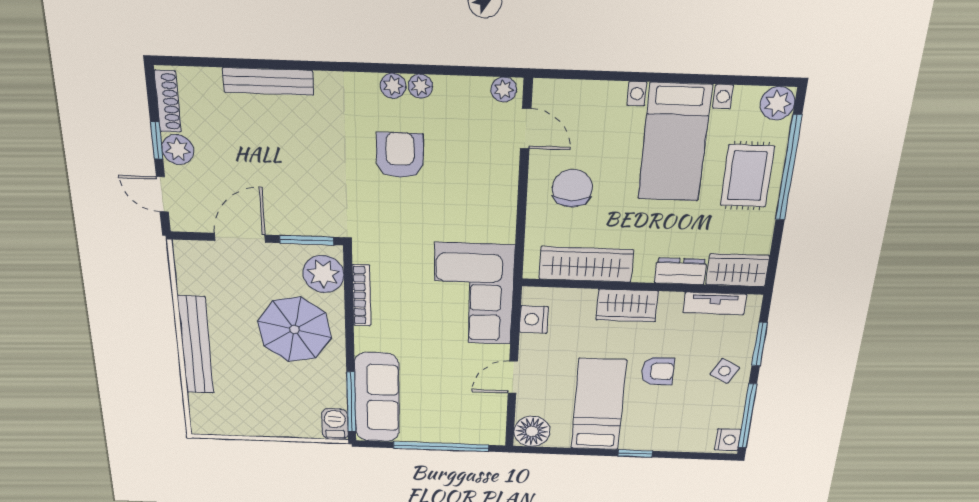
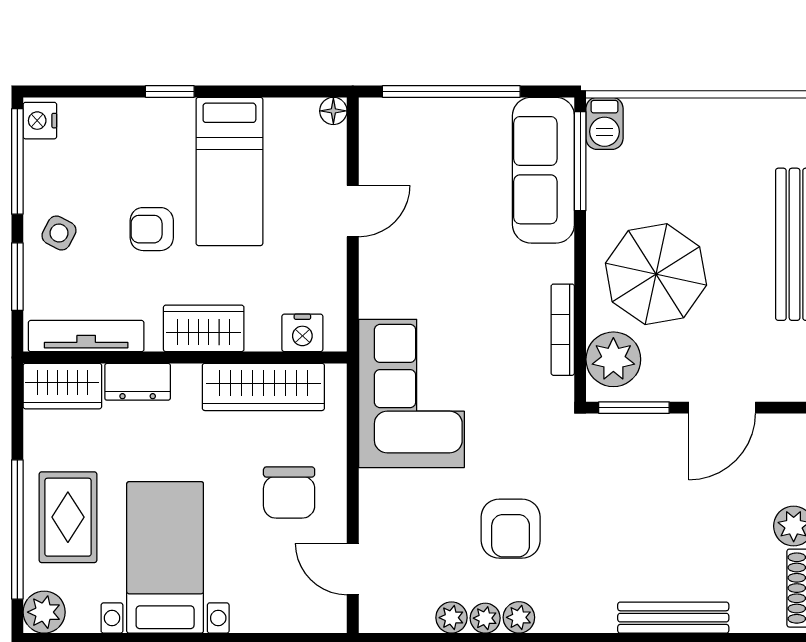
plant: (504, 90) -> (451, 618), moved
corner sofa: (474, 294) -> (411, 393), moved
tv unit: (715, 304) -> (86, 336), width x1.41
nightstand: (534, 319) -> (302, 333), moved, turned 90
floor lamp: (532, 431) -> (333, 111), width x0.53, depth x0.53

